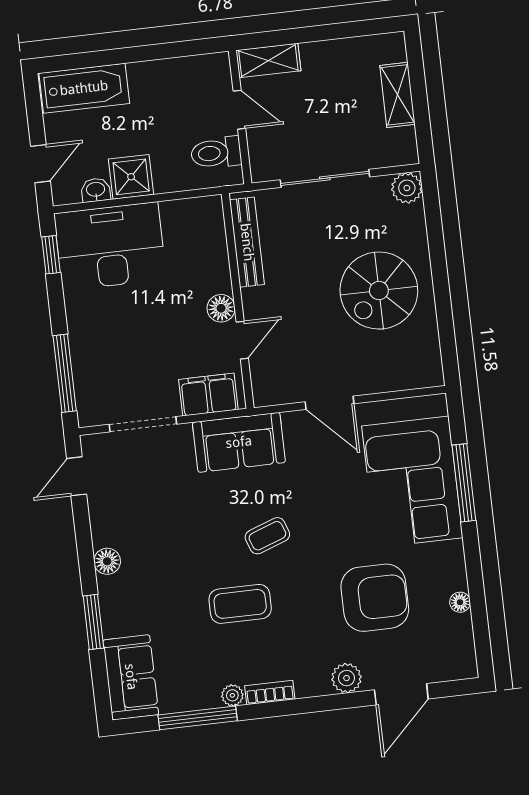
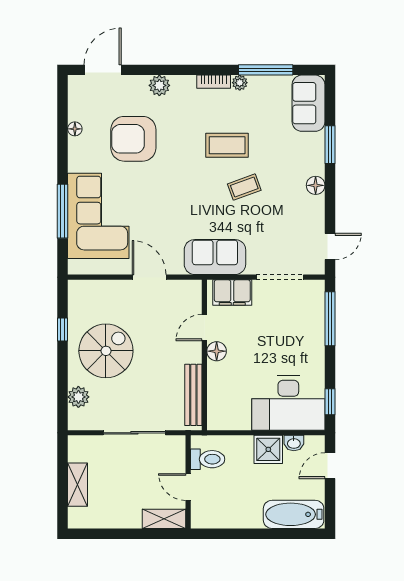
plant: (407, 188) -> (78, 397), moved
window: (444, 314) -> (63, 329), added
coffee table: (267, 536) -> (244, 187), moved
door: (401, 694) -> (103, 70), moved

